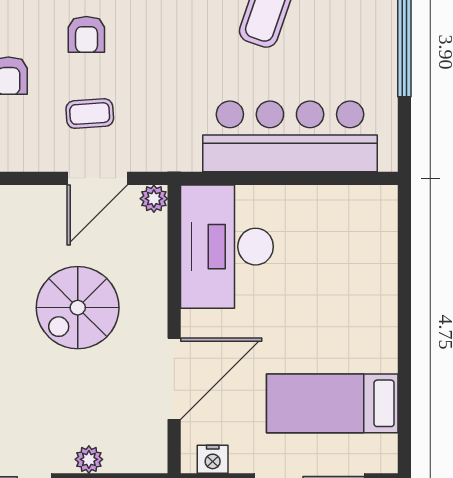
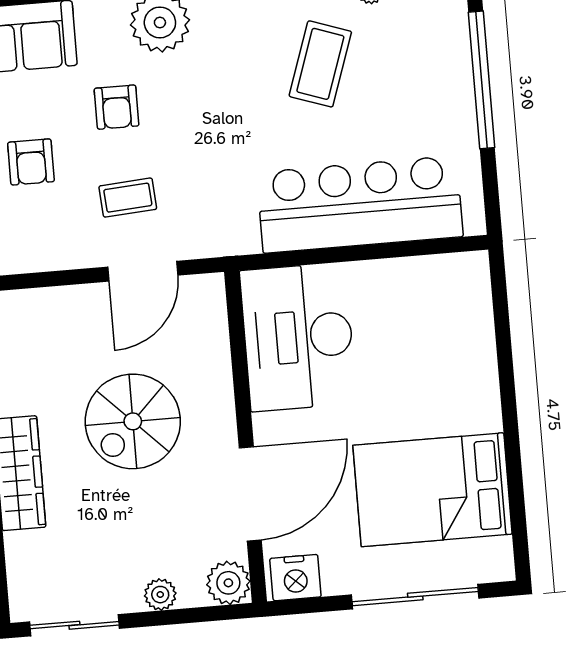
plant: (154, 199) -> (228, 583), moved, width x1.38, depth x1.38
bed: (332, 403) -> (433, 490), width x1.50
nightstand: (213, 459) -> (295, 578), width x1.36, depth x1.33

